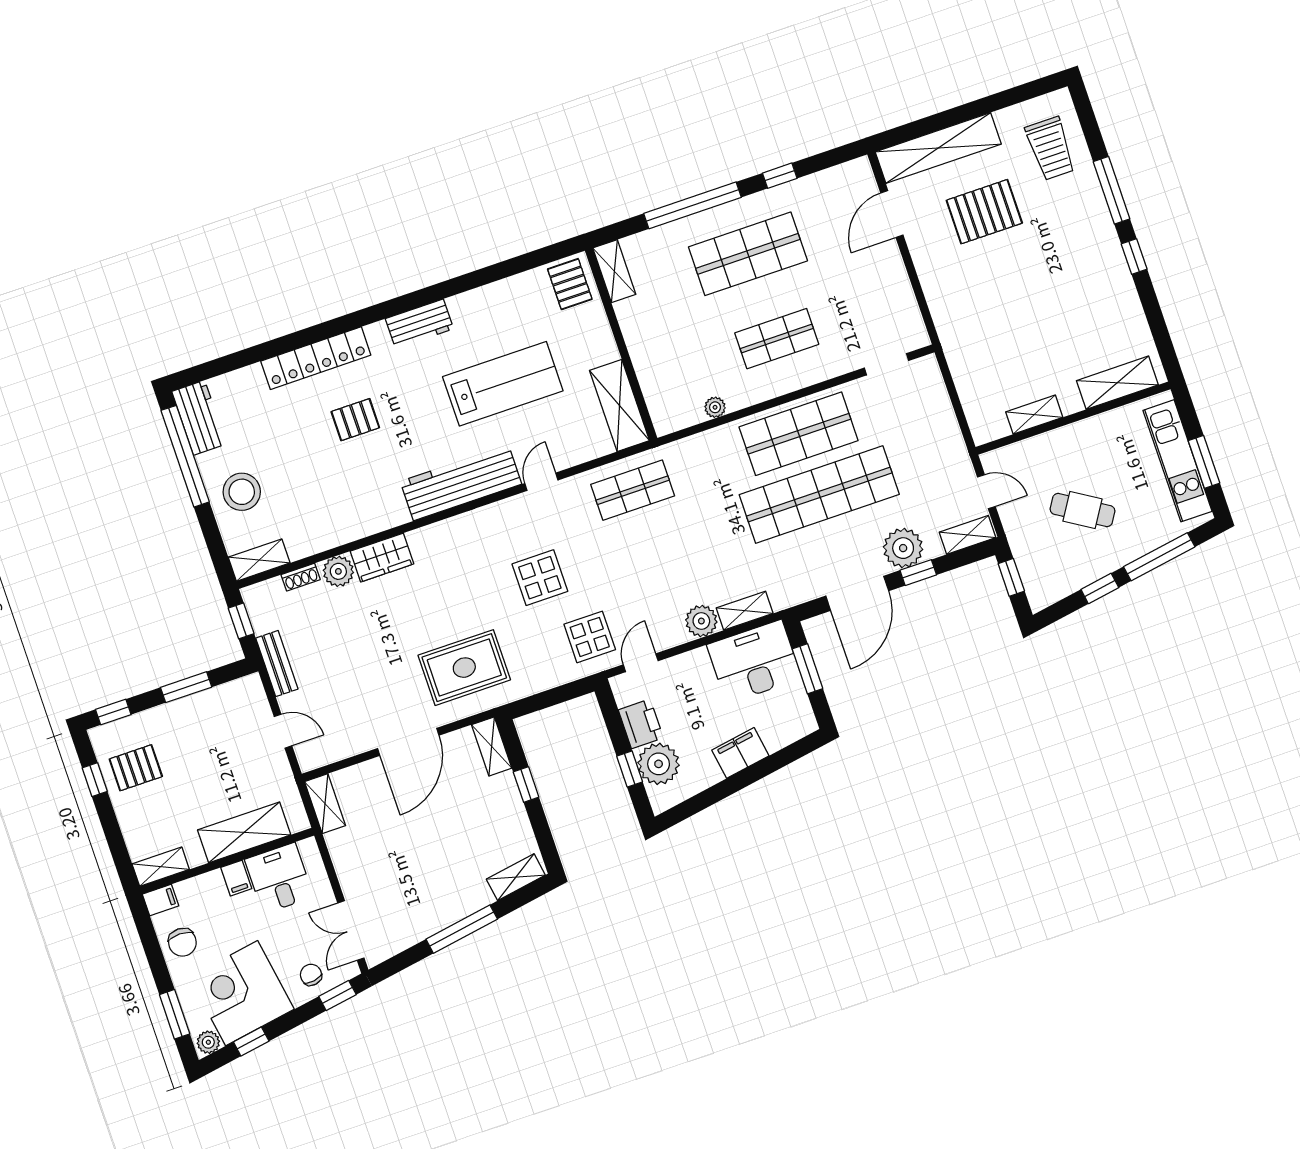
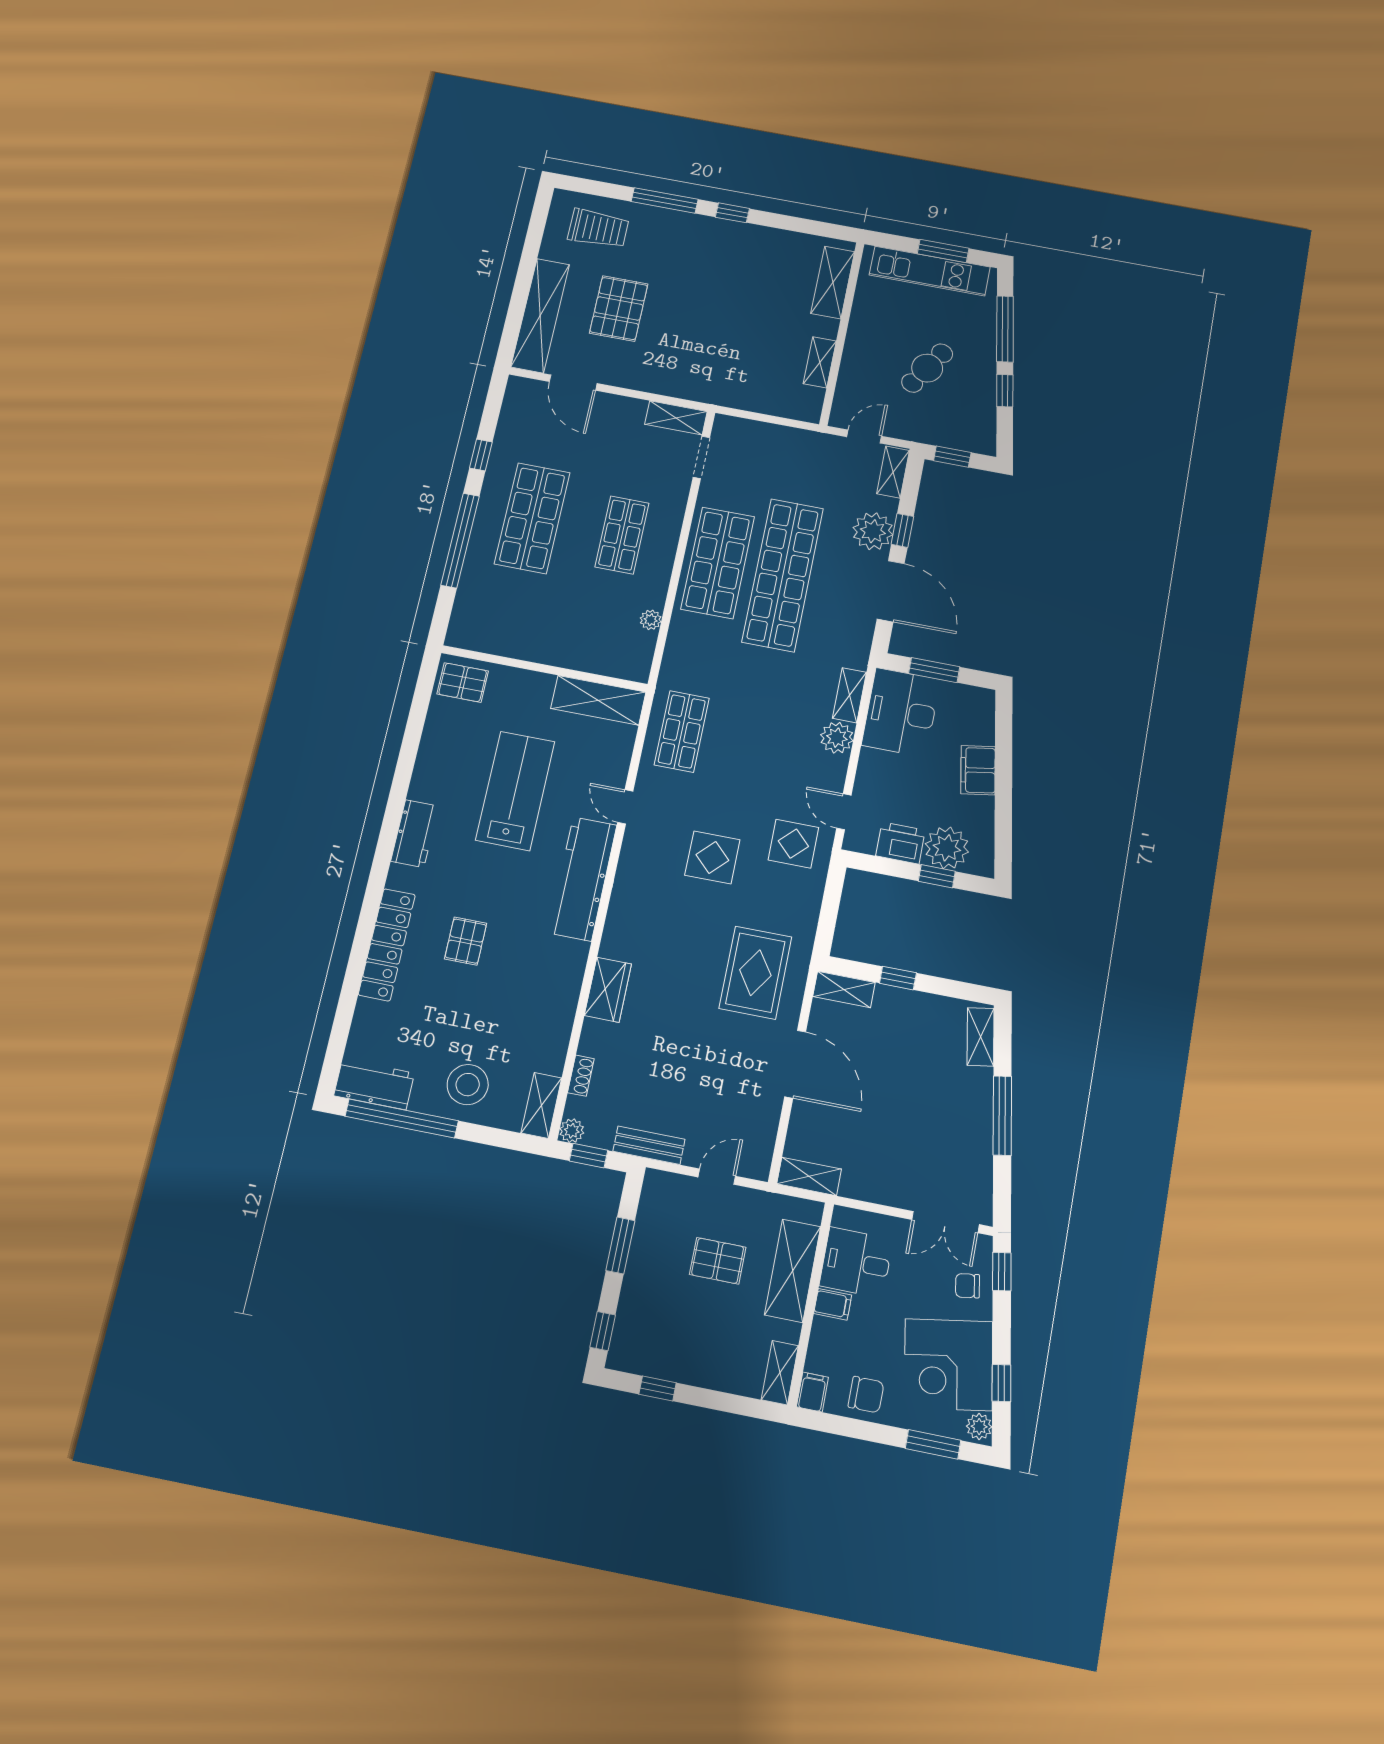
shelving: (614, 271) -> (676, 418), moved
plant: (338, 571) -> (572, 1131), moved, width x0.73, depth x0.73
pallet: (136, 768) -> (718, 1261), moved, turned 90

